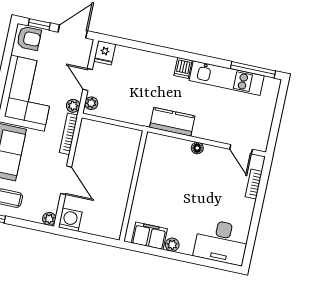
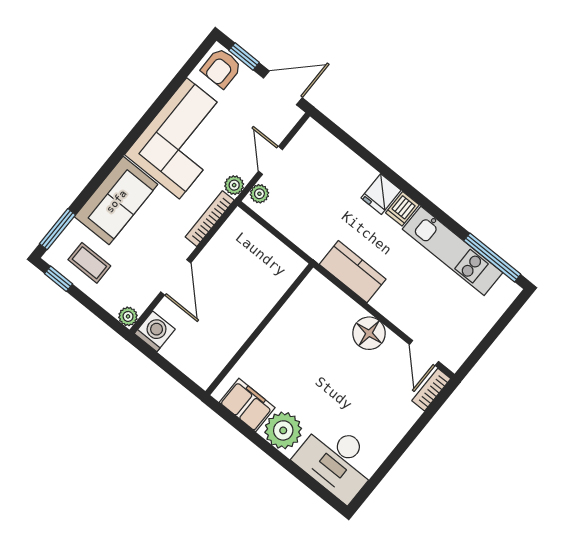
armchair: (29, 38) -> (221, 68), turned 90
fridge: (105, 53) -> (381, 194), moved
floor lamp: (197, 148) -> (369, 333), width x1.89, depth x1.89
bookcase: (254, 184) -> (431, 390), moved
plant: (172, 245) -> (283, 430), width x1.88, depth x1.88

